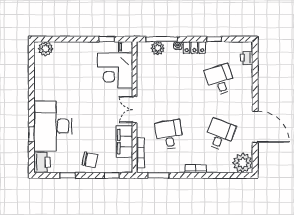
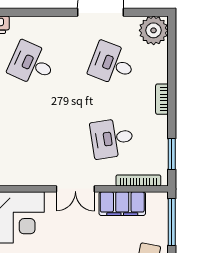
desk: (220, 80) -> (32, 64), turned 42
window: (112, 175) -> (172, 222), width x2.17

